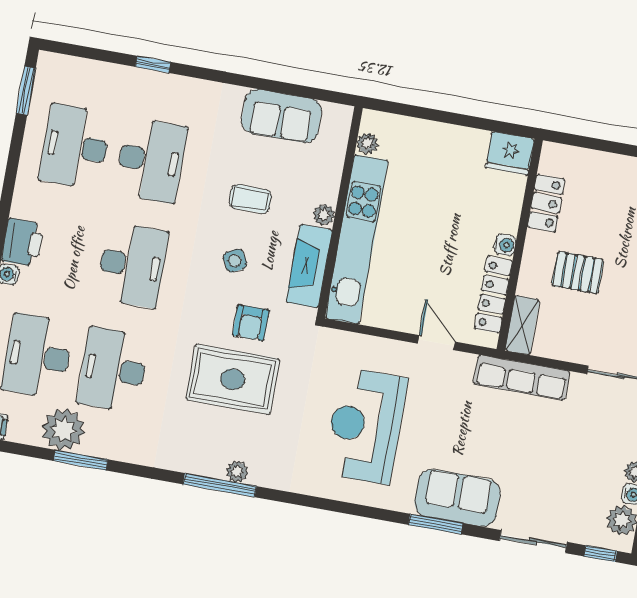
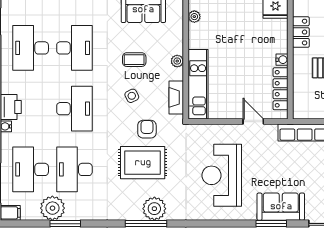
kitchen unit: (357, 239) -> (198, 84), width x0.73
fireplace: (309, 266) -> (176, 97), width x0.73, depth x0.76
armchair: (251, 323) -> (147, 129), turned 180
shelving: (522, 325) -> (300, 103), removed
plant: (237, 472) -> (154, 209), width x1.88, depth x1.88

